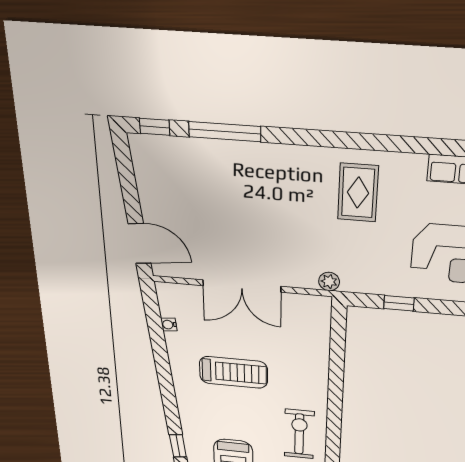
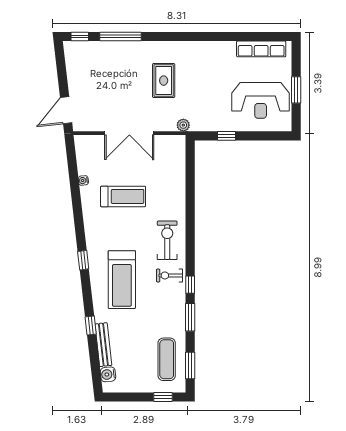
rug: (358, 193) -> (164, 81), moved
door: (140, 244) -> (66, 110), swing flipped
water cooler: (169, 325) -> (83, 180), moved

